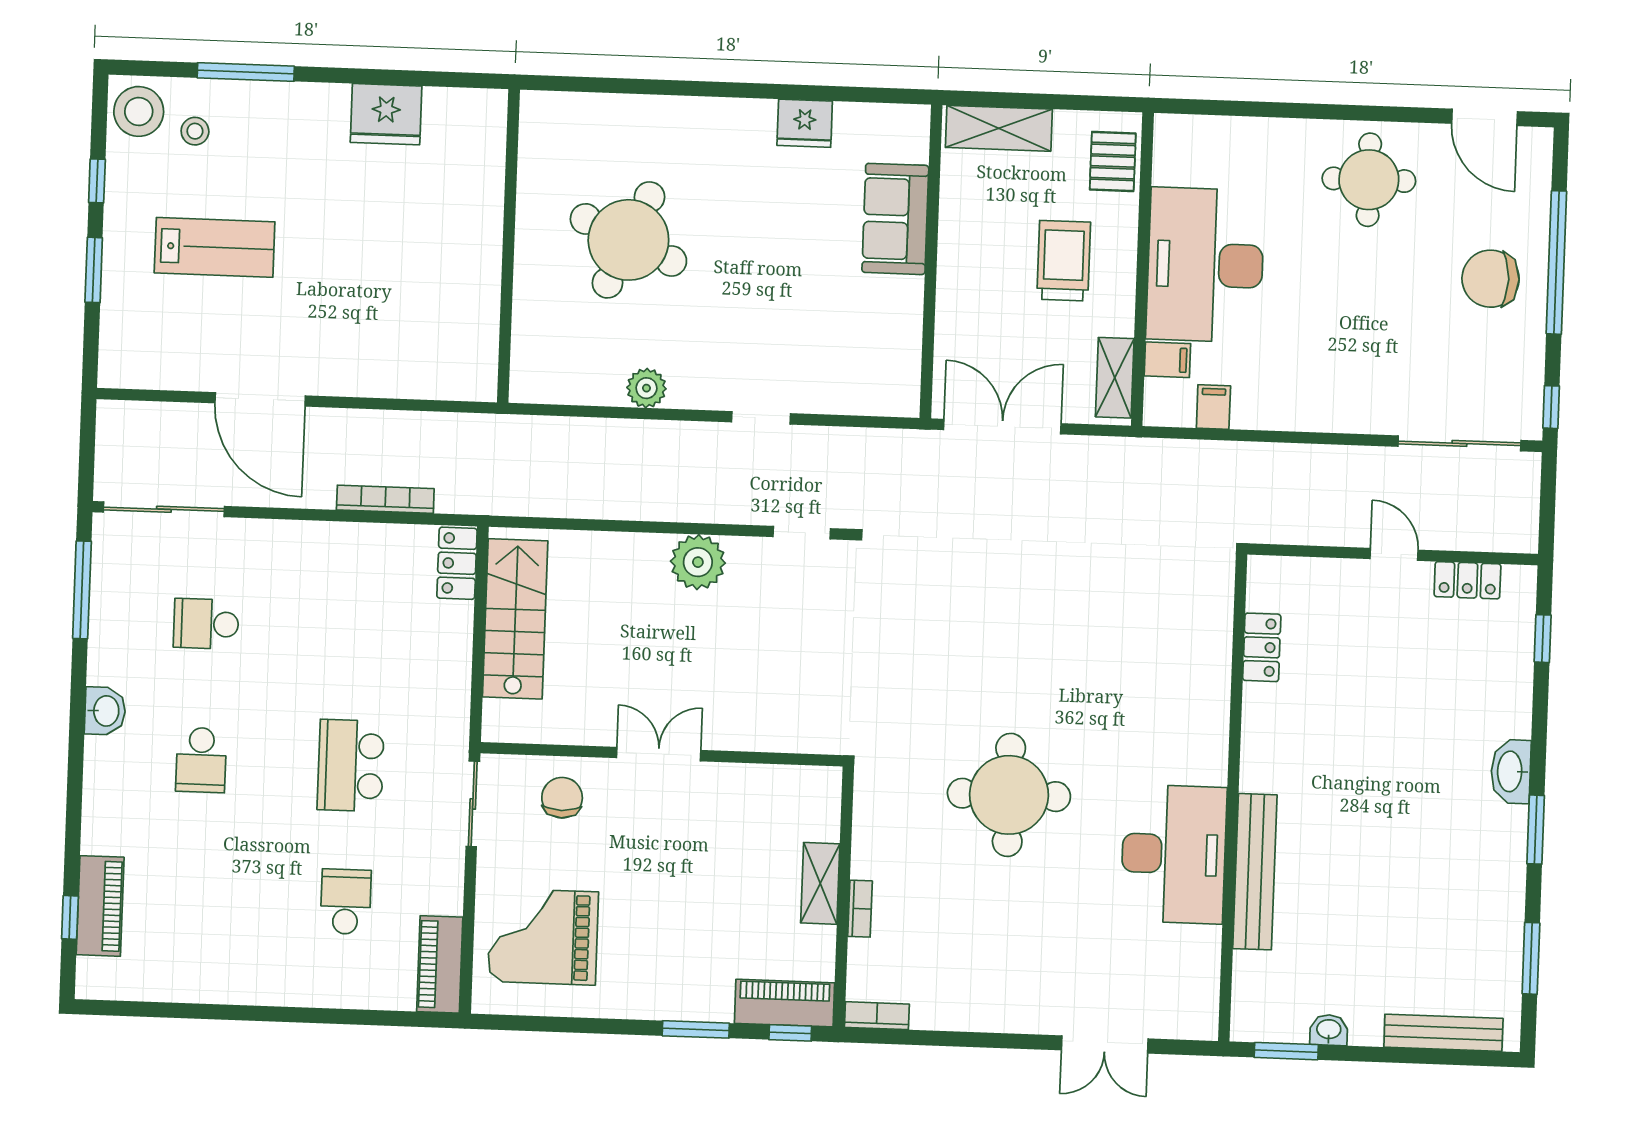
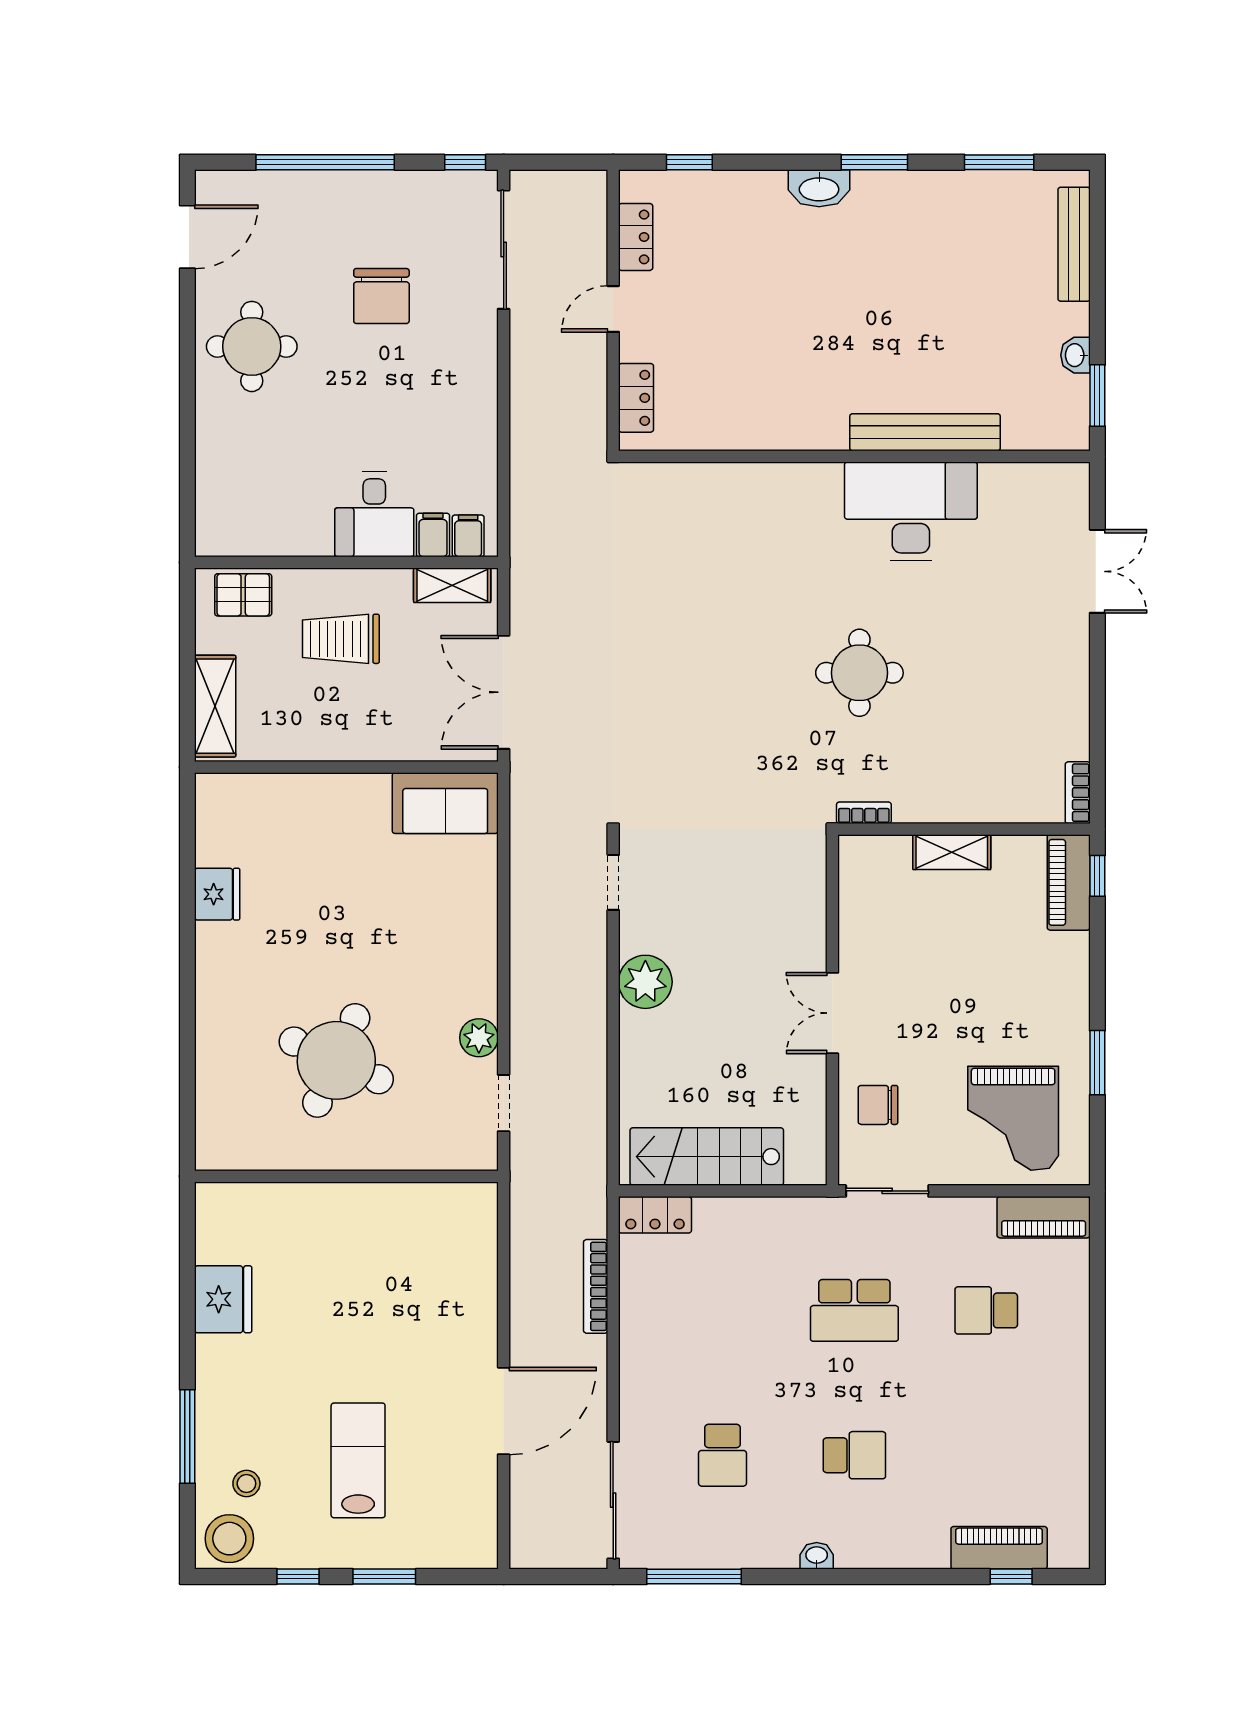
sofa: (895, 219) -> (445, 803), moved
desk: (1205, 265) -> (374, 514), width x0.53, depth x0.77
chair: (1491, 279) -> (381, 296), moved
filing cabinet: (1213, 407) -> (468, 536), moved, turned 90
doorway: (761, 418) -> (504, 1103), moved
locker: (1262, 647) -> (636, 398), moved, turned 90
washbasin: (105, 711) -> (817, 1556), width x0.72, depth x0.69
round table: (1009, 795) -> (859, 673), width x0.73, depth x0.73
bookcase: (860, 909) -> (864, 813), moved
window: (696, 1029) -> (1097, 1063), moved

